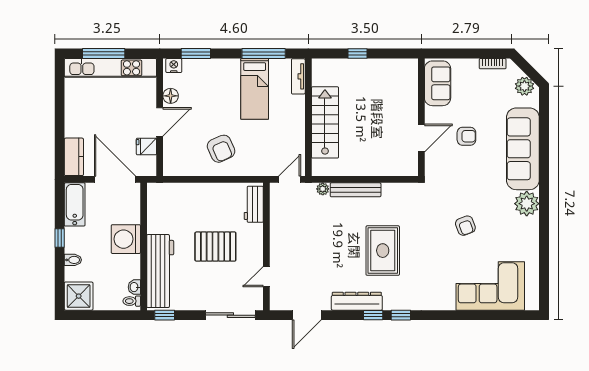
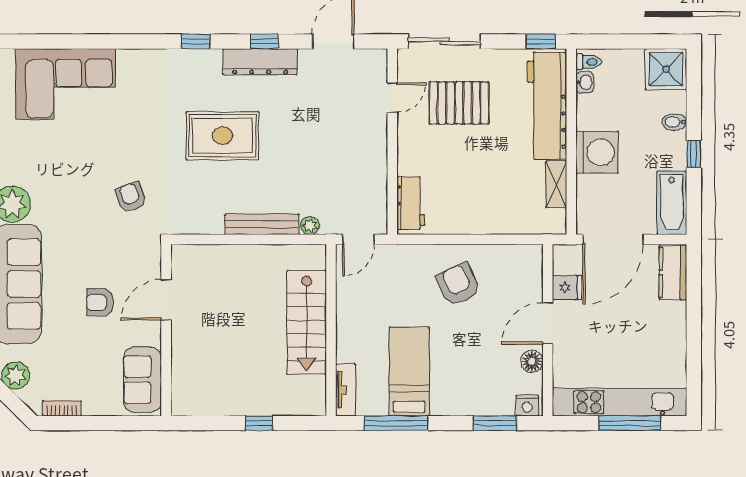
door: (115, 179) -> (613, 239), hinge flipped
shelving: (154, 217) -> (556, 184), added
armchair: (465, 226) -> (131, 197), moved
pallet: (215, 247) -> (459, 103), moved
rug: (383, 251) -> (222, 136), turned 90
window: (373, 315) -> (264, 41), moved

